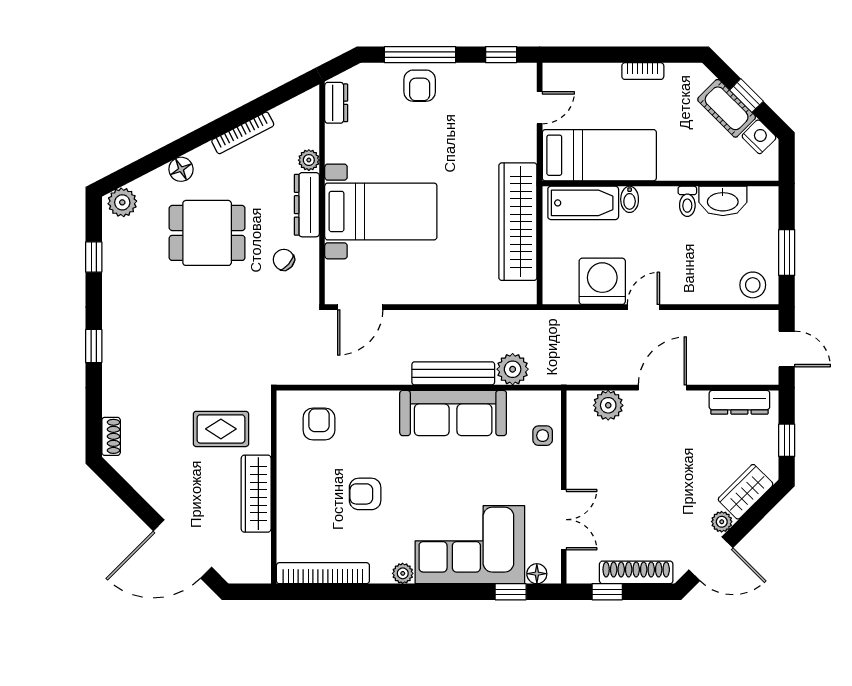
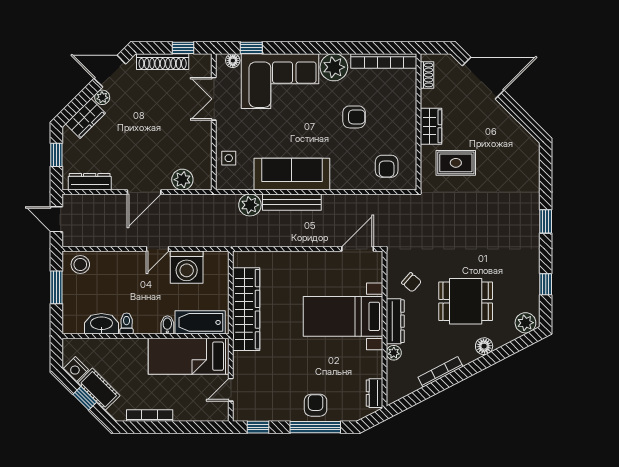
bookcase: (643, 71) -> (150, 416), width x1.56
shoe rack: (111, 436) -> (427, 75), moved, turned 180
wardrobe: (256, 494) -> (431, 126), width x0.67
plant: (403, 573) -> (334, 67), width x1.88, depth x1.88

